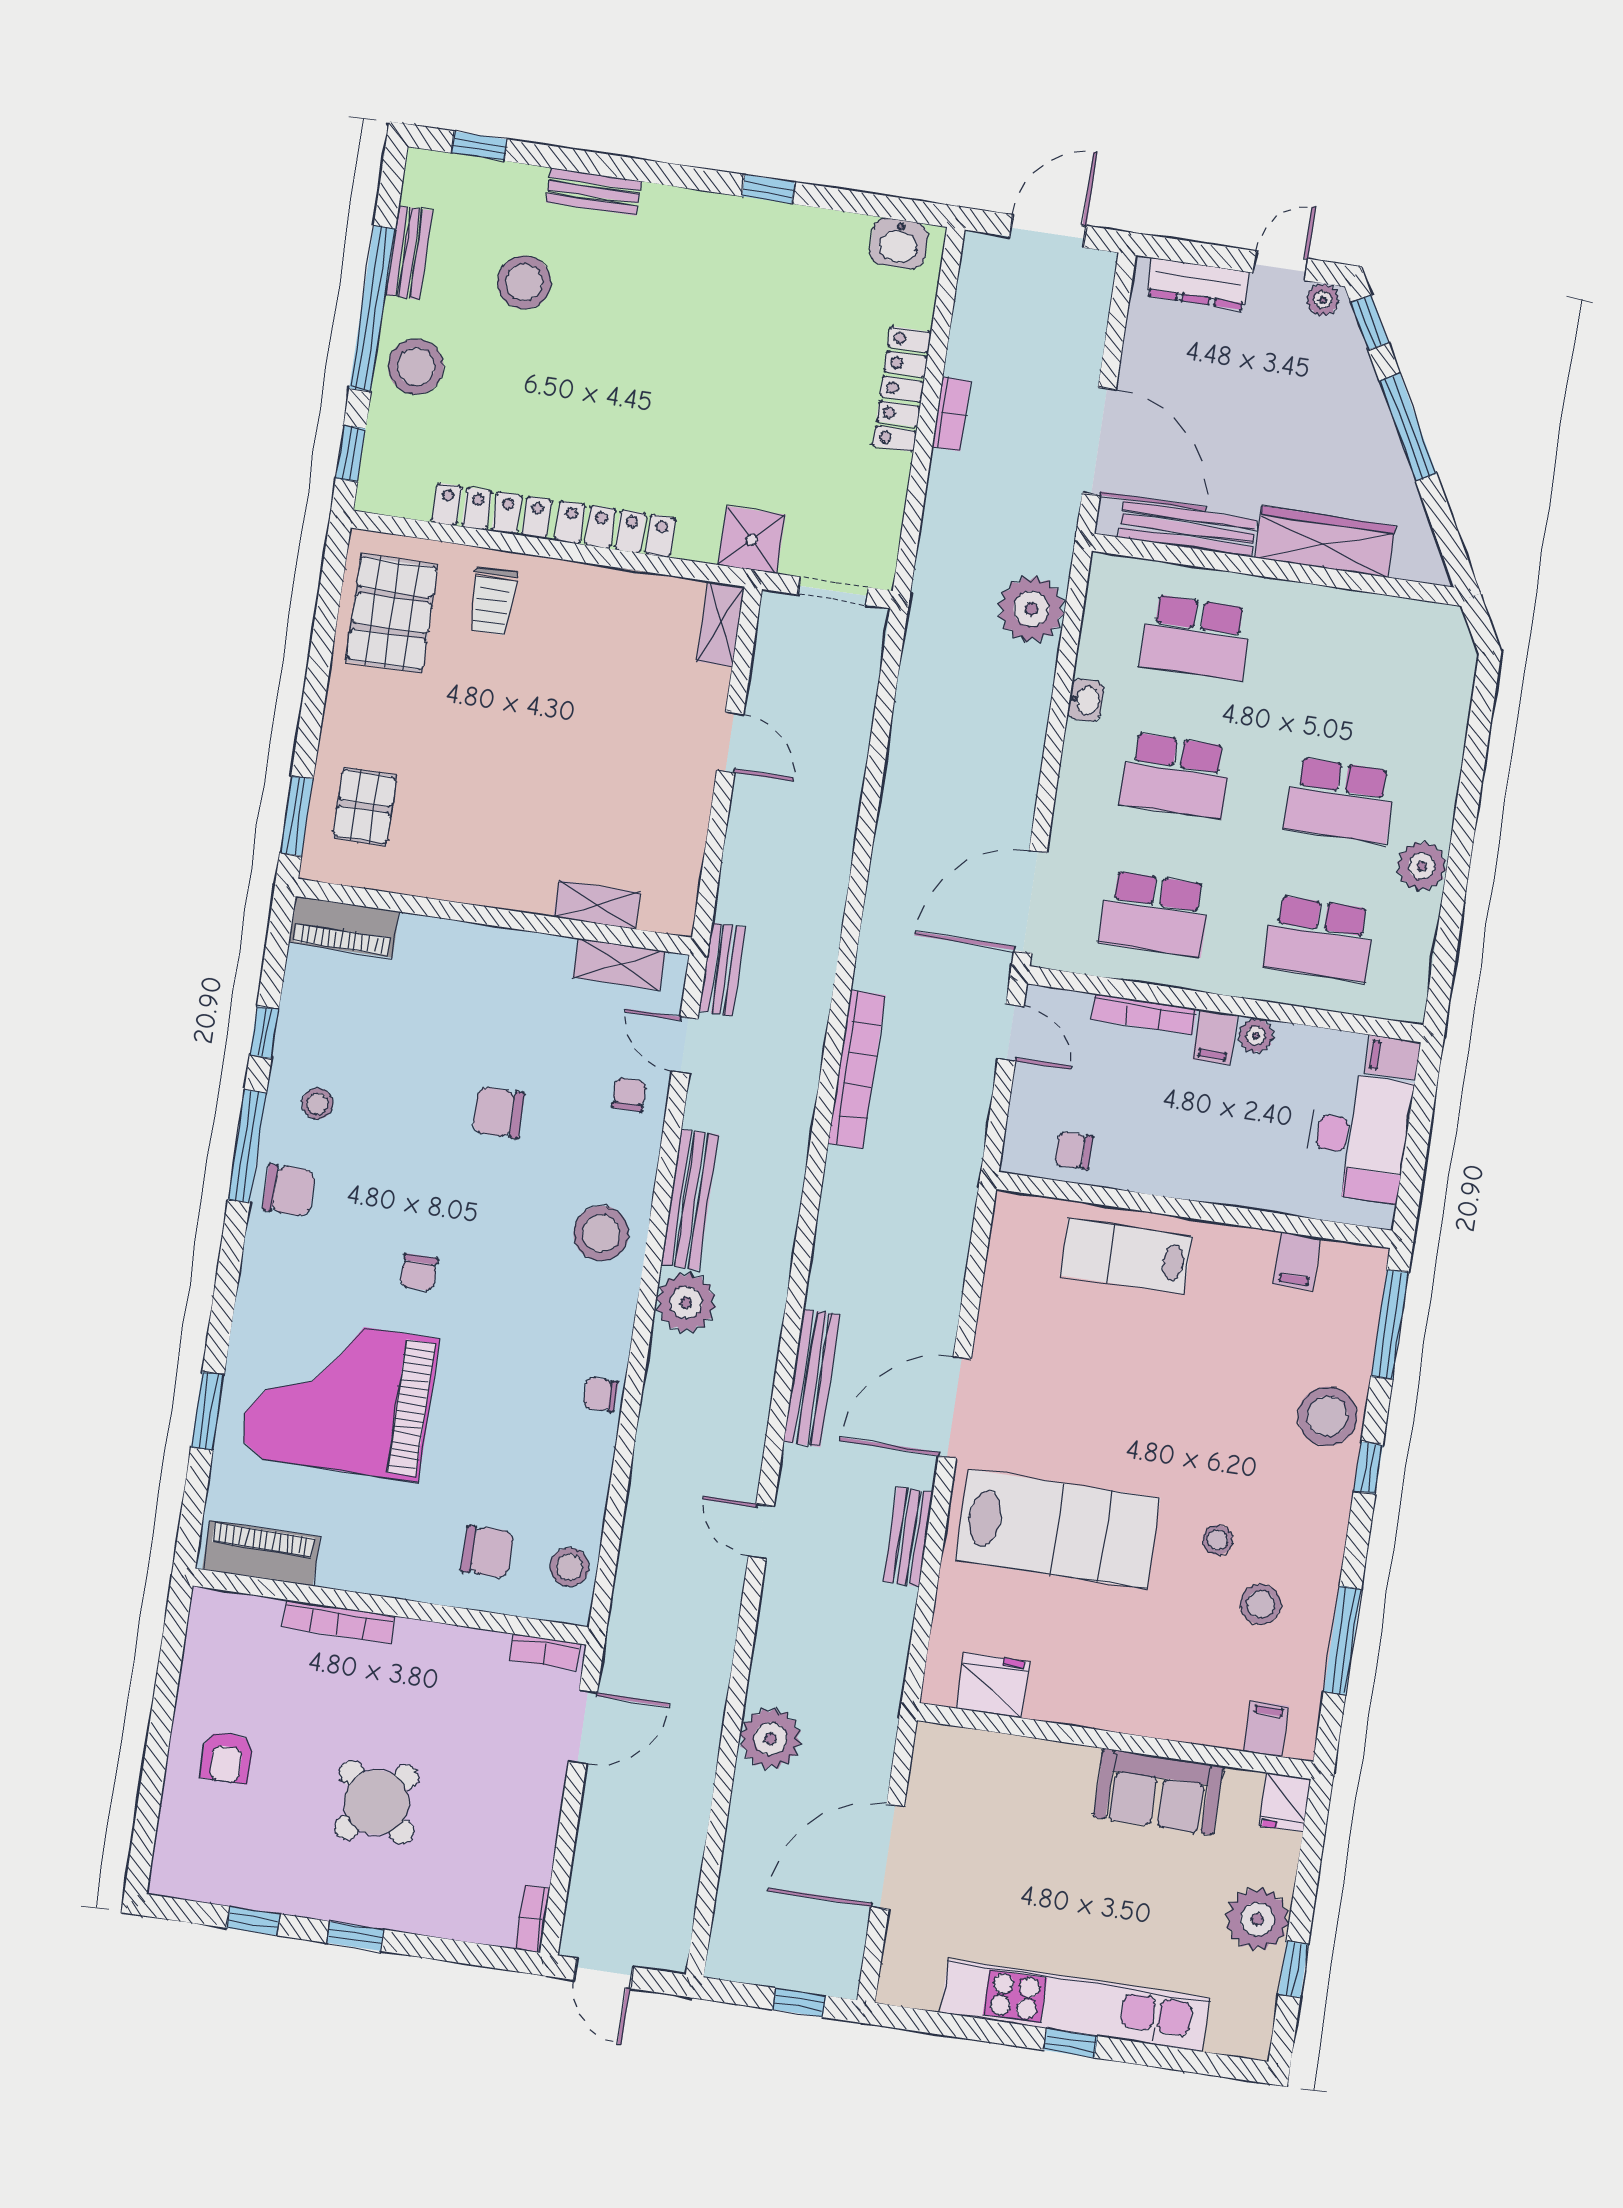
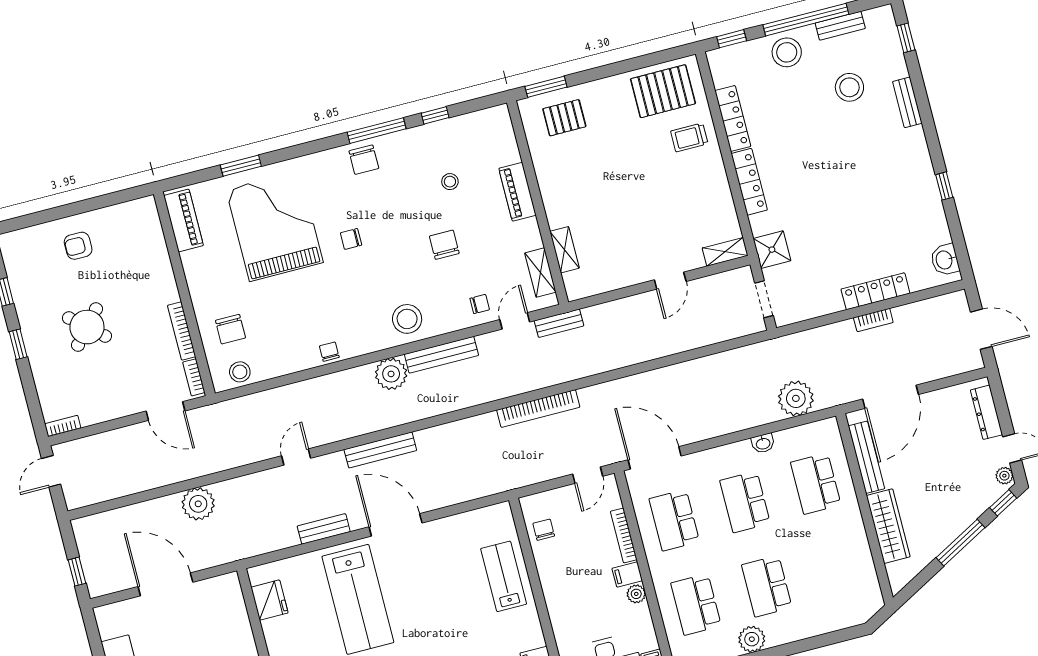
piano: (344, 927) -> (517, 192), moved
stool: (318, 1104) -> (450, 182), moved
bookcase: (339, 1622) -> (182, 331), moved

